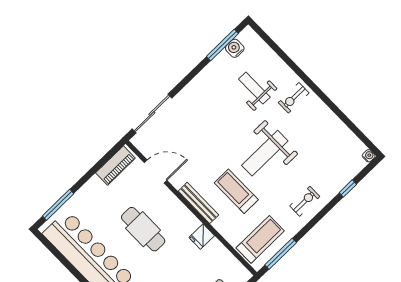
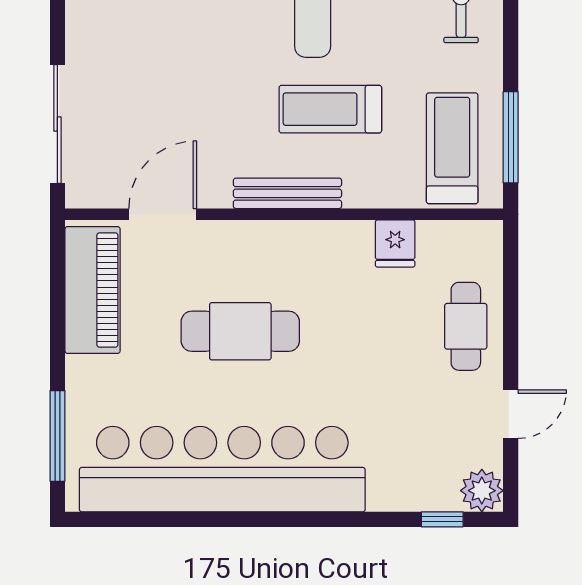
piano: (115, 166) -> (93, 290), width x1.37, depth x1.33
fridge: (202, 236) -> (395, 243), moved

